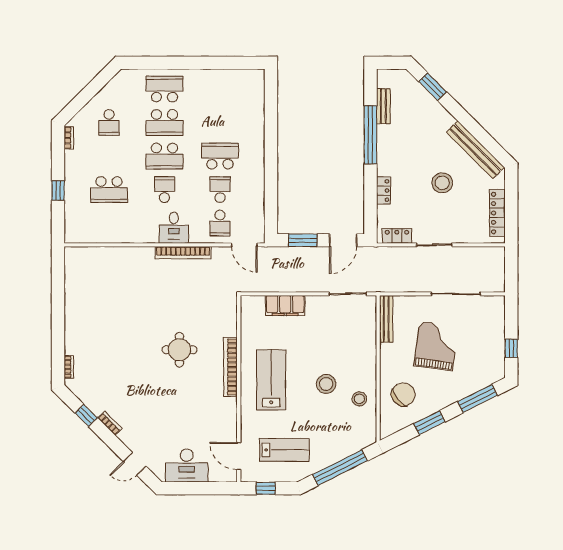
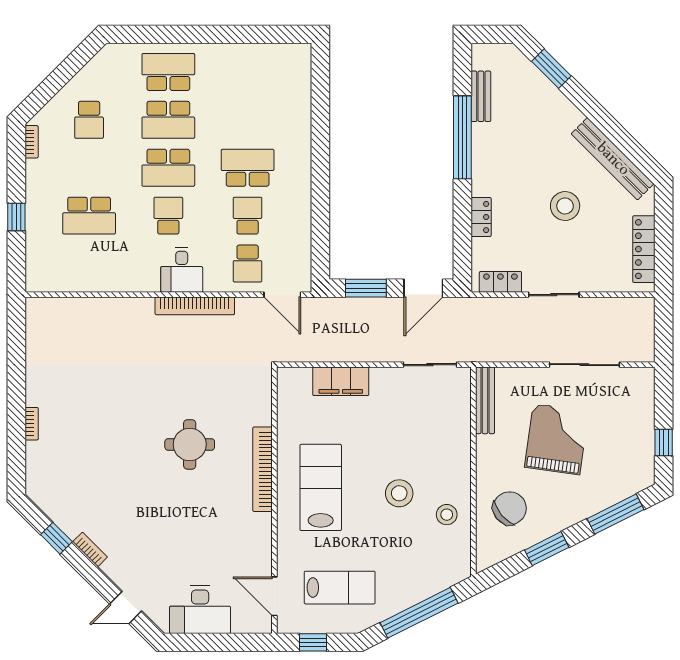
bookcase: (69, 367) -> (32, 424), moved

